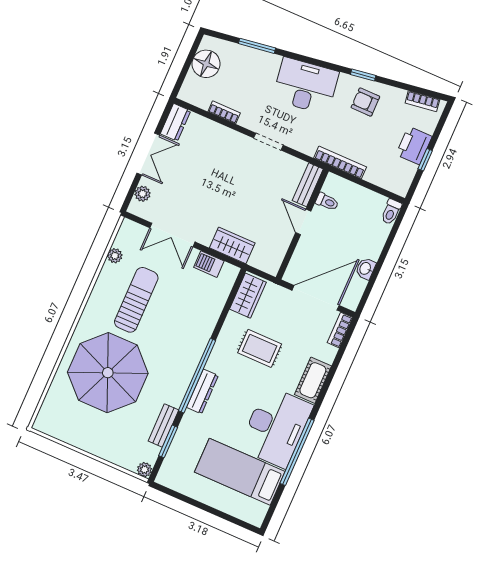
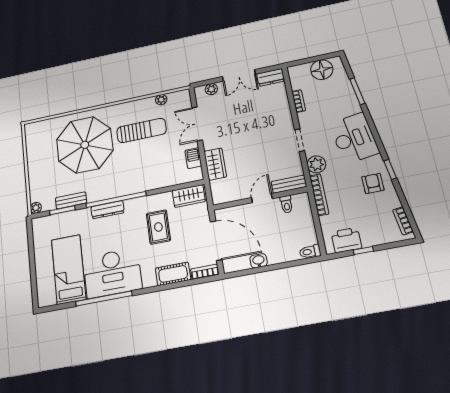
plant: (306, 143) -> (316, 164), added
printer: (414, 145) -> (346, 240), moved
cot: (313, 380) -> (173, 274), moved

